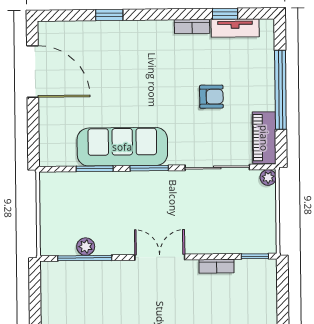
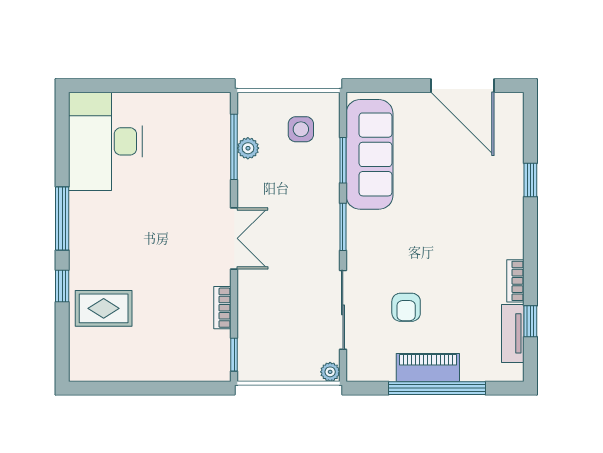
door: (33, 72) -> (462, 86), hinge flipped
armchair: (211, 97) -> (406, 307), moved
piano: (264, 138) -> (428, 367), moved
sofa: (122, 147) -> (369, 154), moved
side table: (70, 203) -> (301, 129), added

